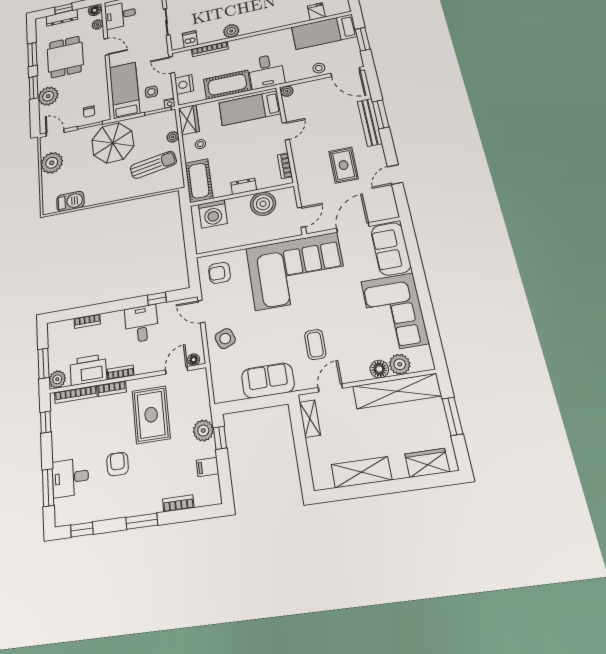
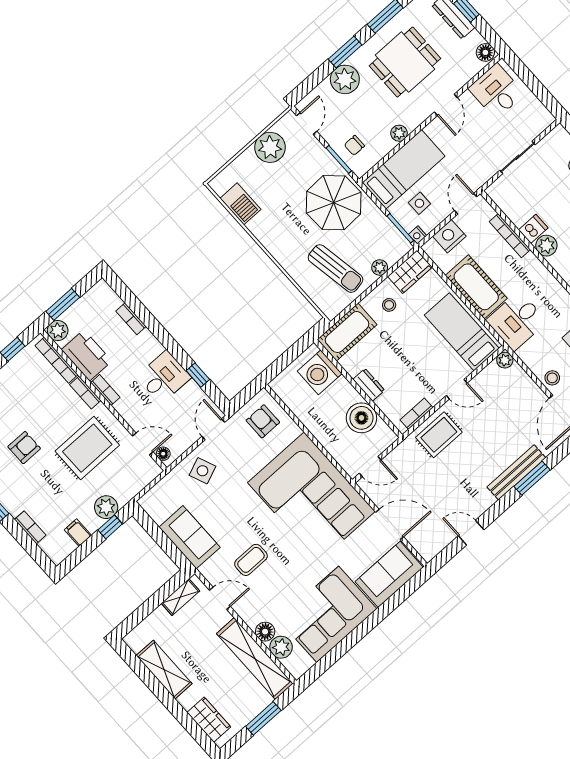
plant: (97, 24) -> (399, 133), moved
dishwasher: (190, 39) -> (533, 229), moved
rug: (344, 165) -> (439, 435), moved

